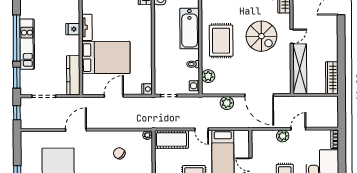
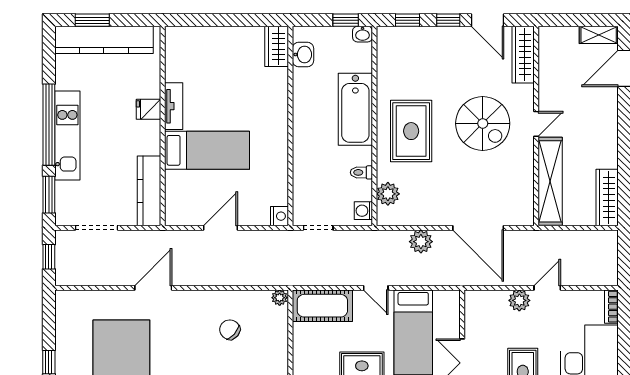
bed: (106, 58) -> (207, 150), width x0.67

